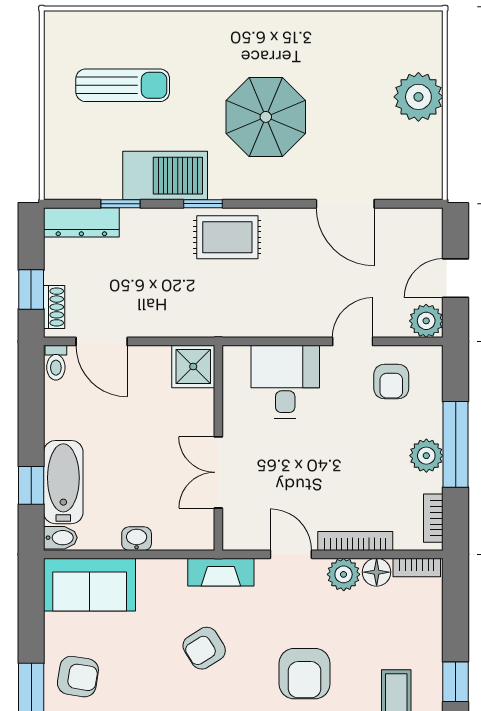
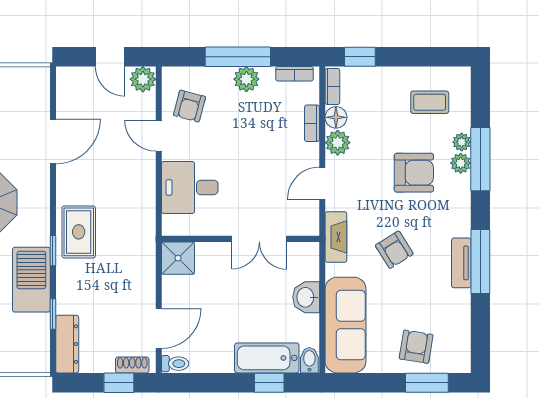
armchair: (391, 381) -> (189, 106), turned 105
washbasin: (137, 539) -> (306, 297), width x1.38, depth x1.45
bookcase: (355, 541) -> (312, 123), width x0.64
sofa: (90, 585) -> (345, 325), width x1.36
window: (456, 682) -> (360, 57), moved

